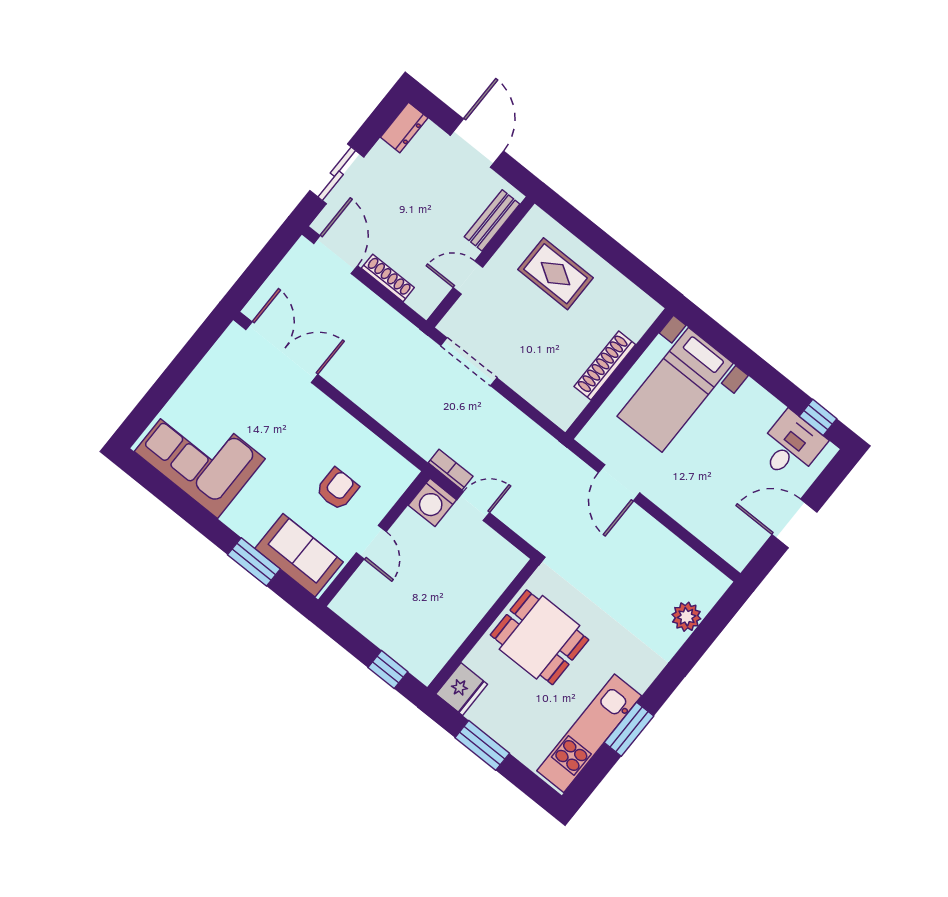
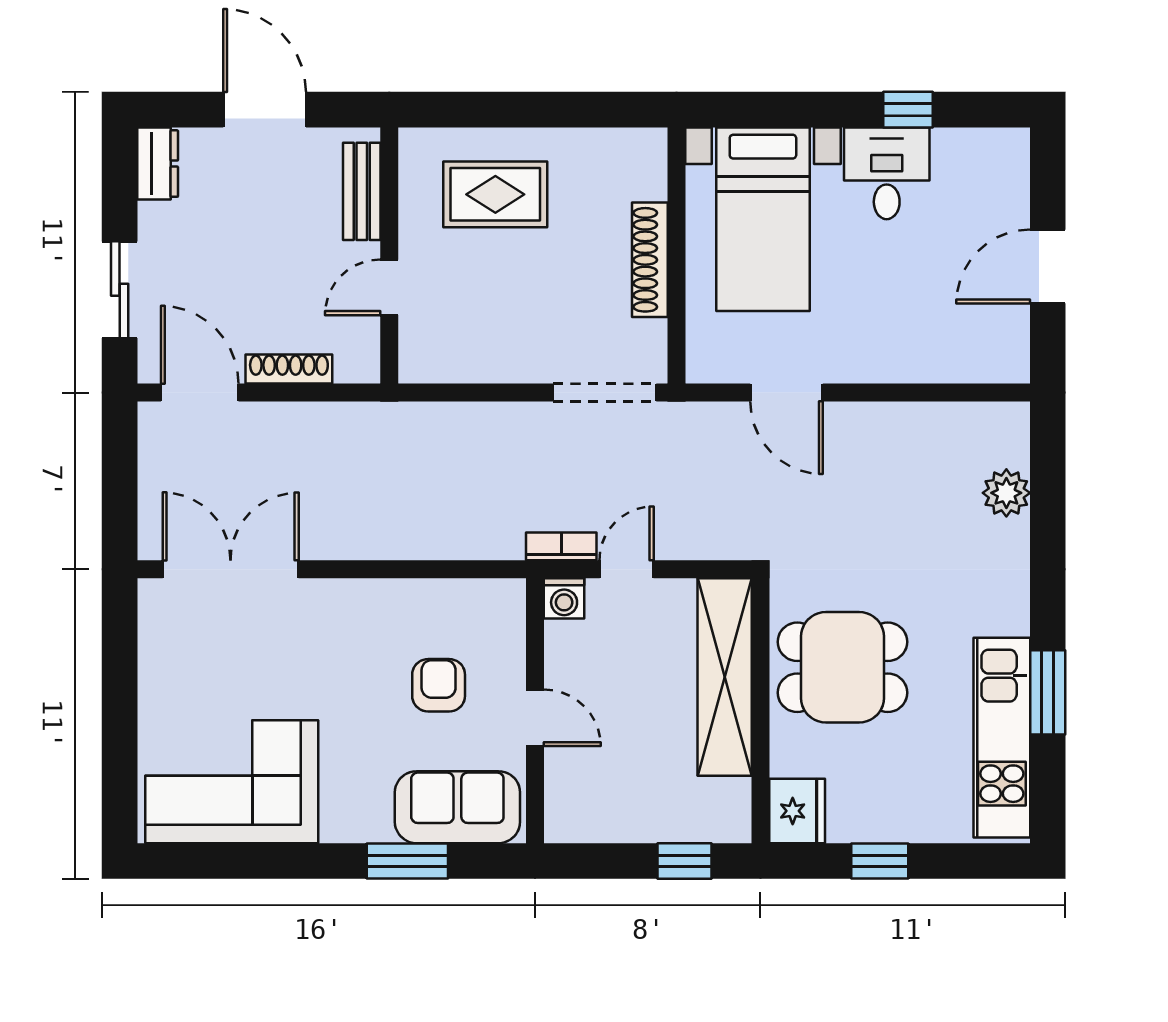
doorway: (469, 362) -> (605, 393), moved
window: (818, 417) -> (908, 110), moved
desk: (791, 446) -> (887, 173), moved
washing machine: (432, 502) -> (564, 598), width x0.73, depth x0.73
shelving: (479, 596) -> (725, 677), added
window: (482, 745) -> (880, 861), width x0.67

